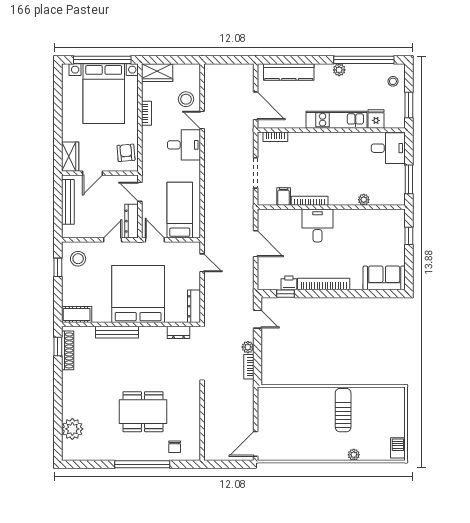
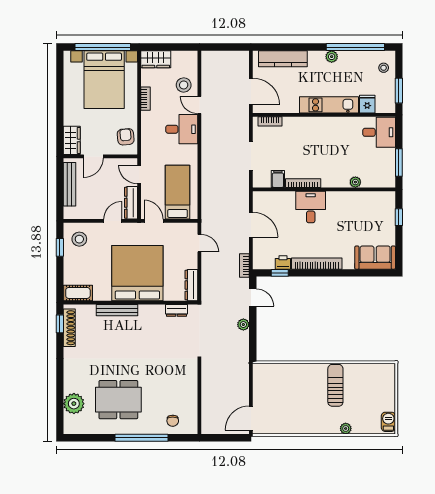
bookcase: (249, 367) -> (244, 265), moved
dining table: (143, 412) -> (118, 400), moved

